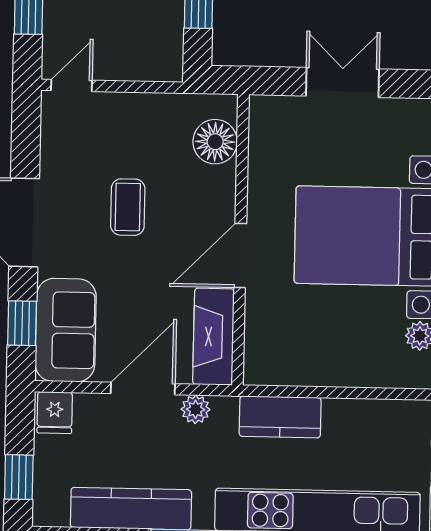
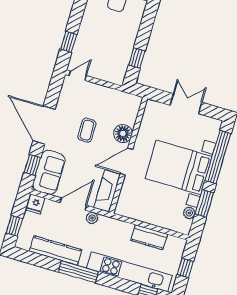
floor lamp: (215, 142) -> (123, 134), moved
kitchen counter: (280, 417) -> (149, 237), moved

